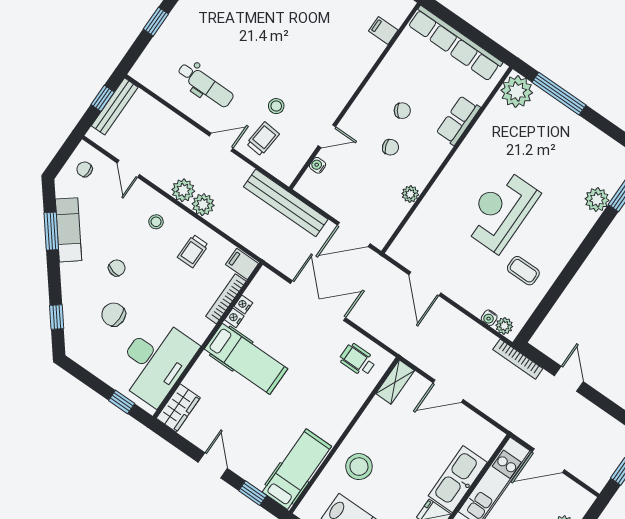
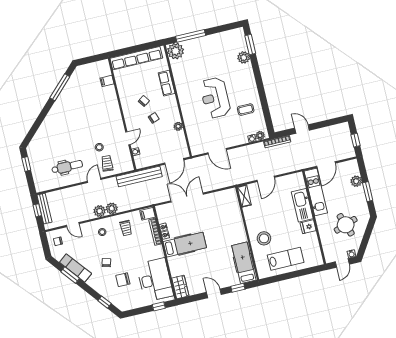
wheelchair: (358, 360) -> (223, 203), removed

